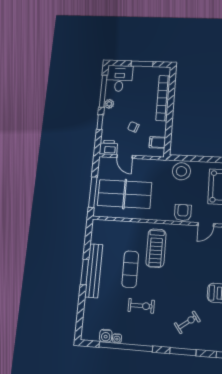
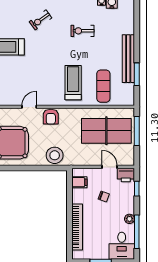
window: (100, 122) -> (137, 189), moved
exercise mat: (130, 269) -> (103, 86), moved
window: (85, 272) -> (137, 74), moved

